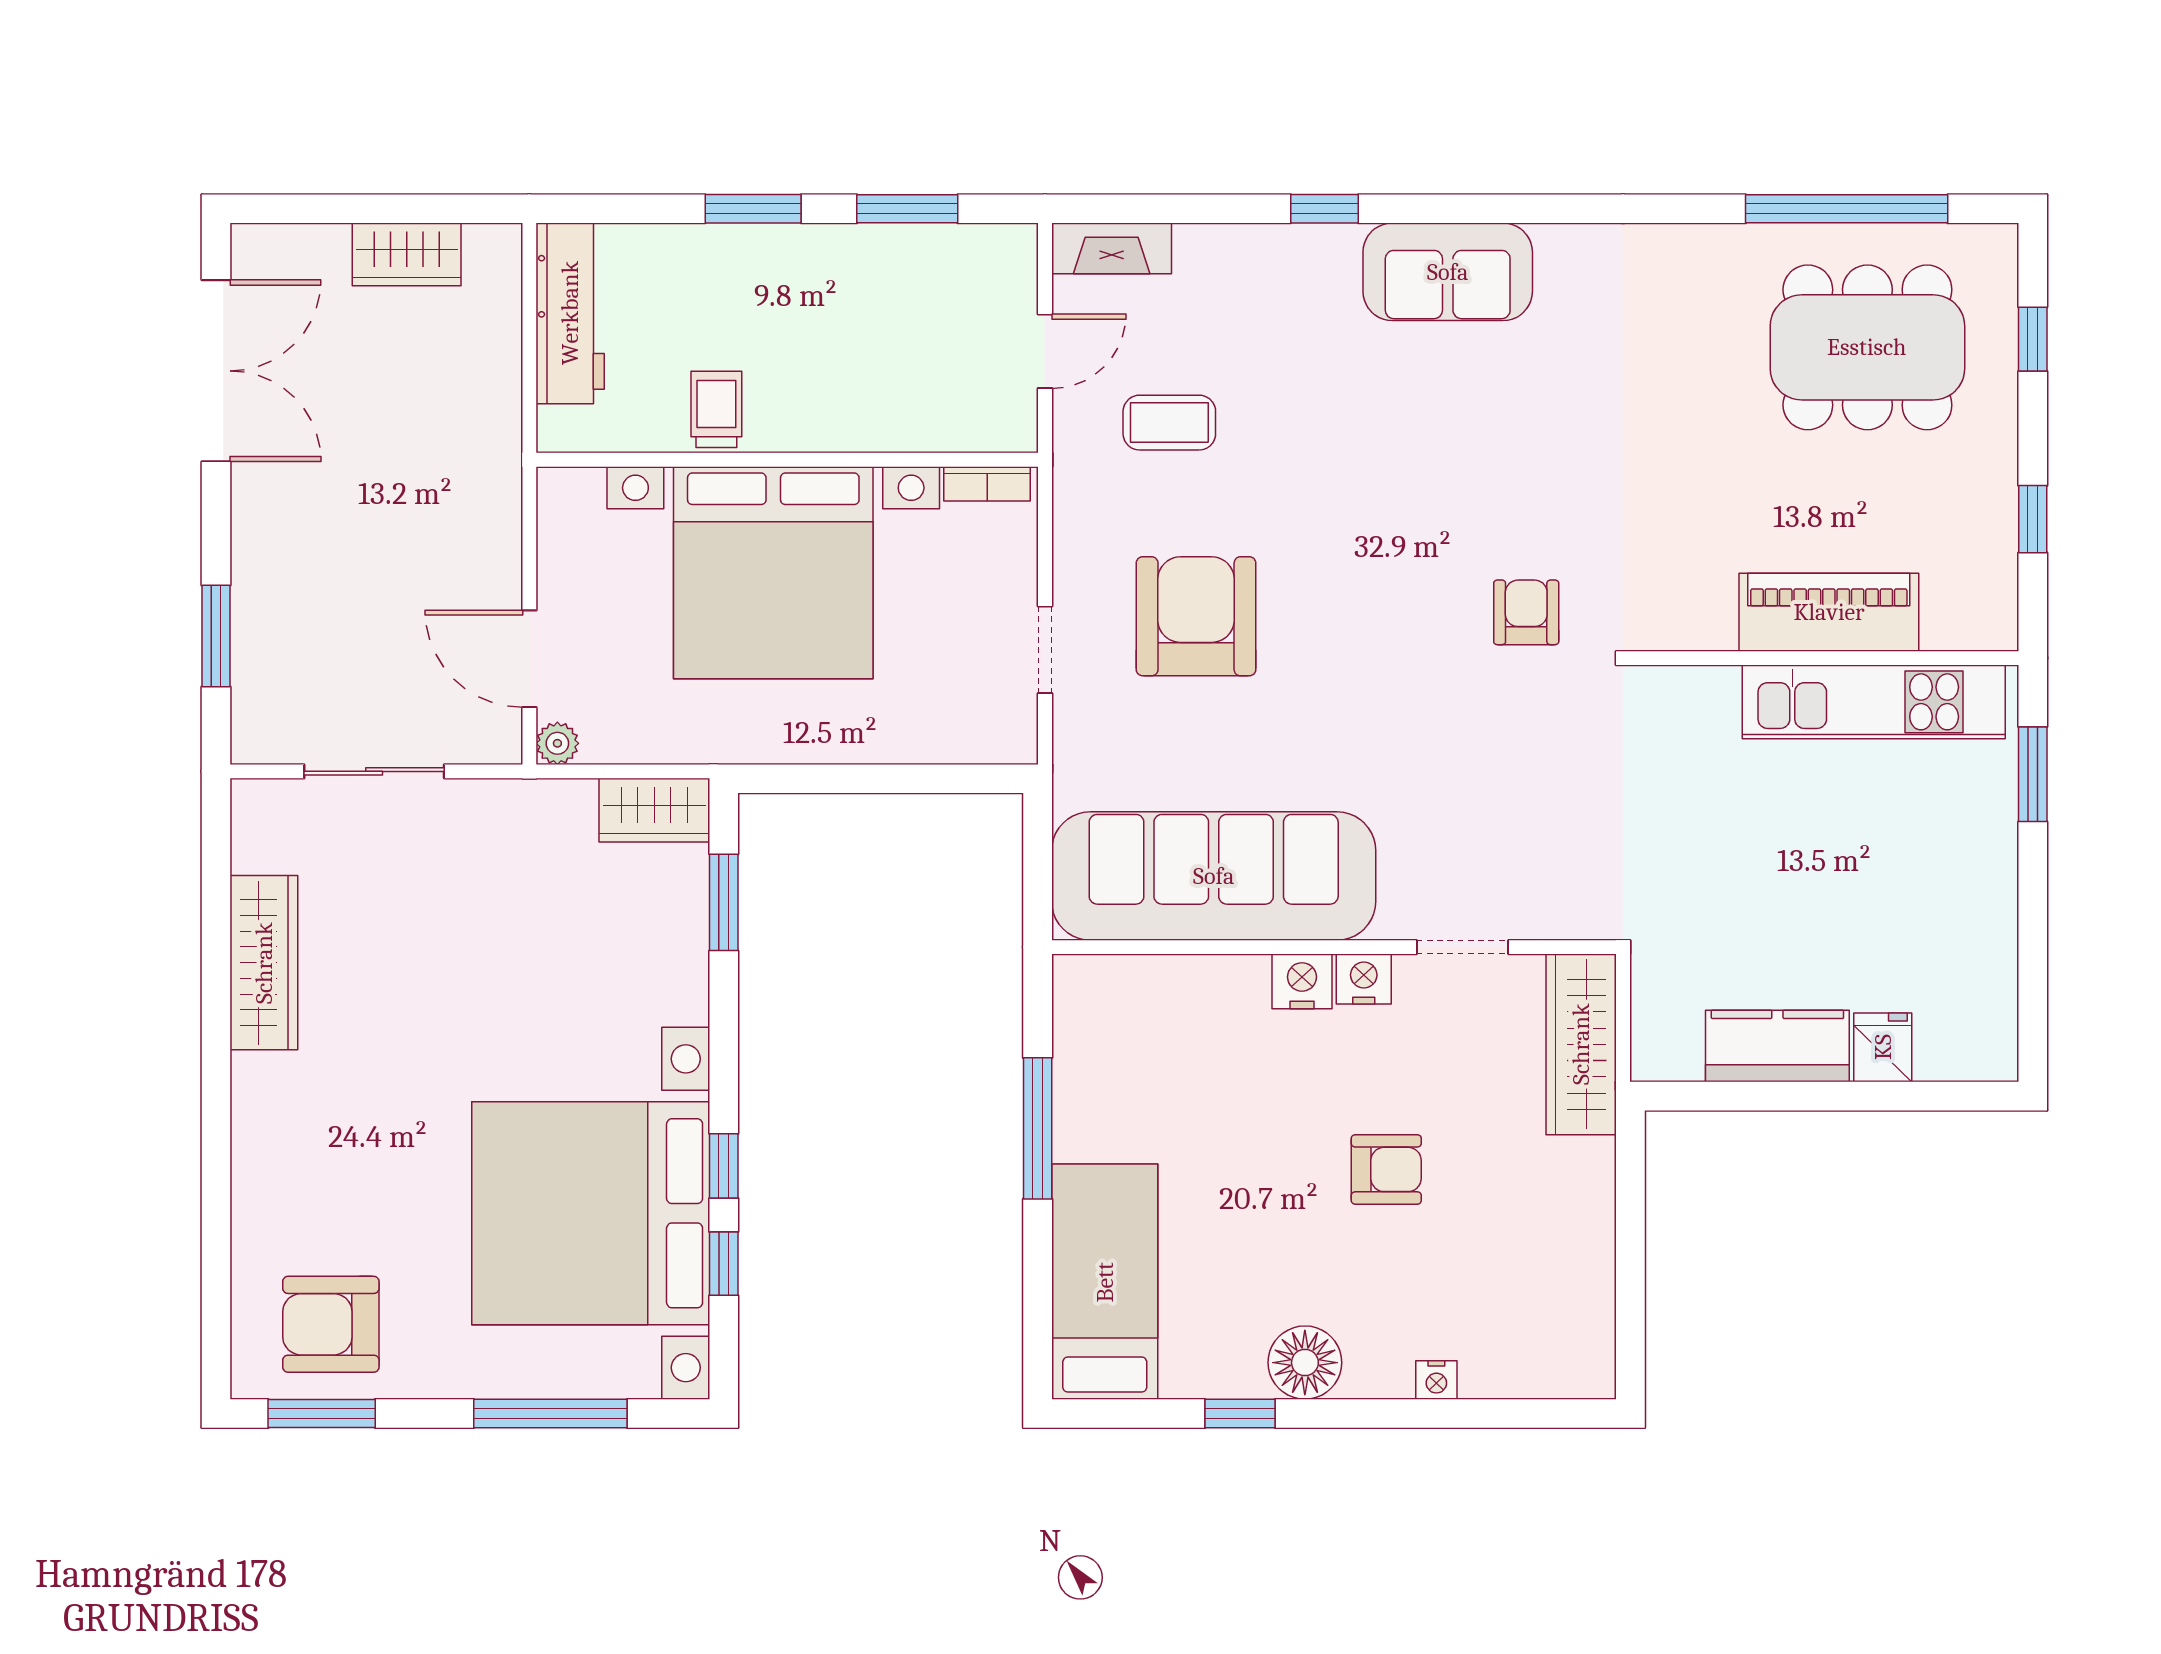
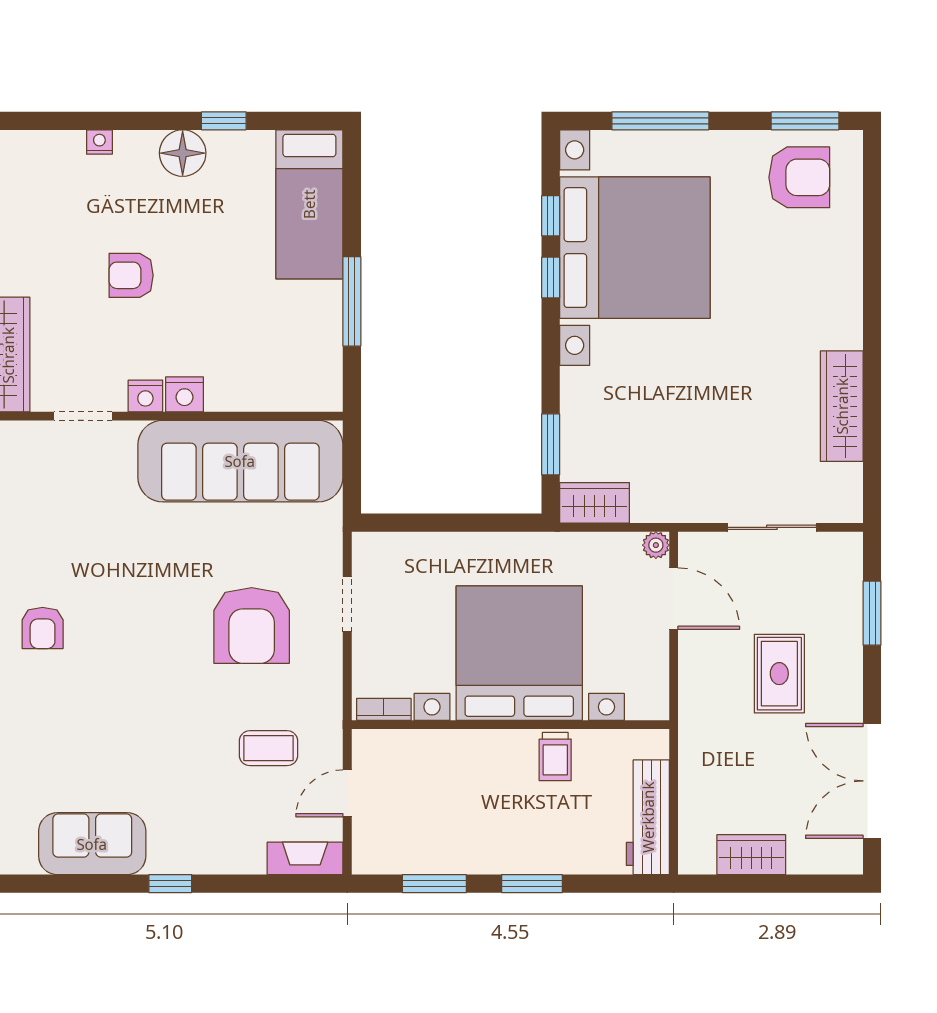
rug: (362, 540) -> (779, 674), added

